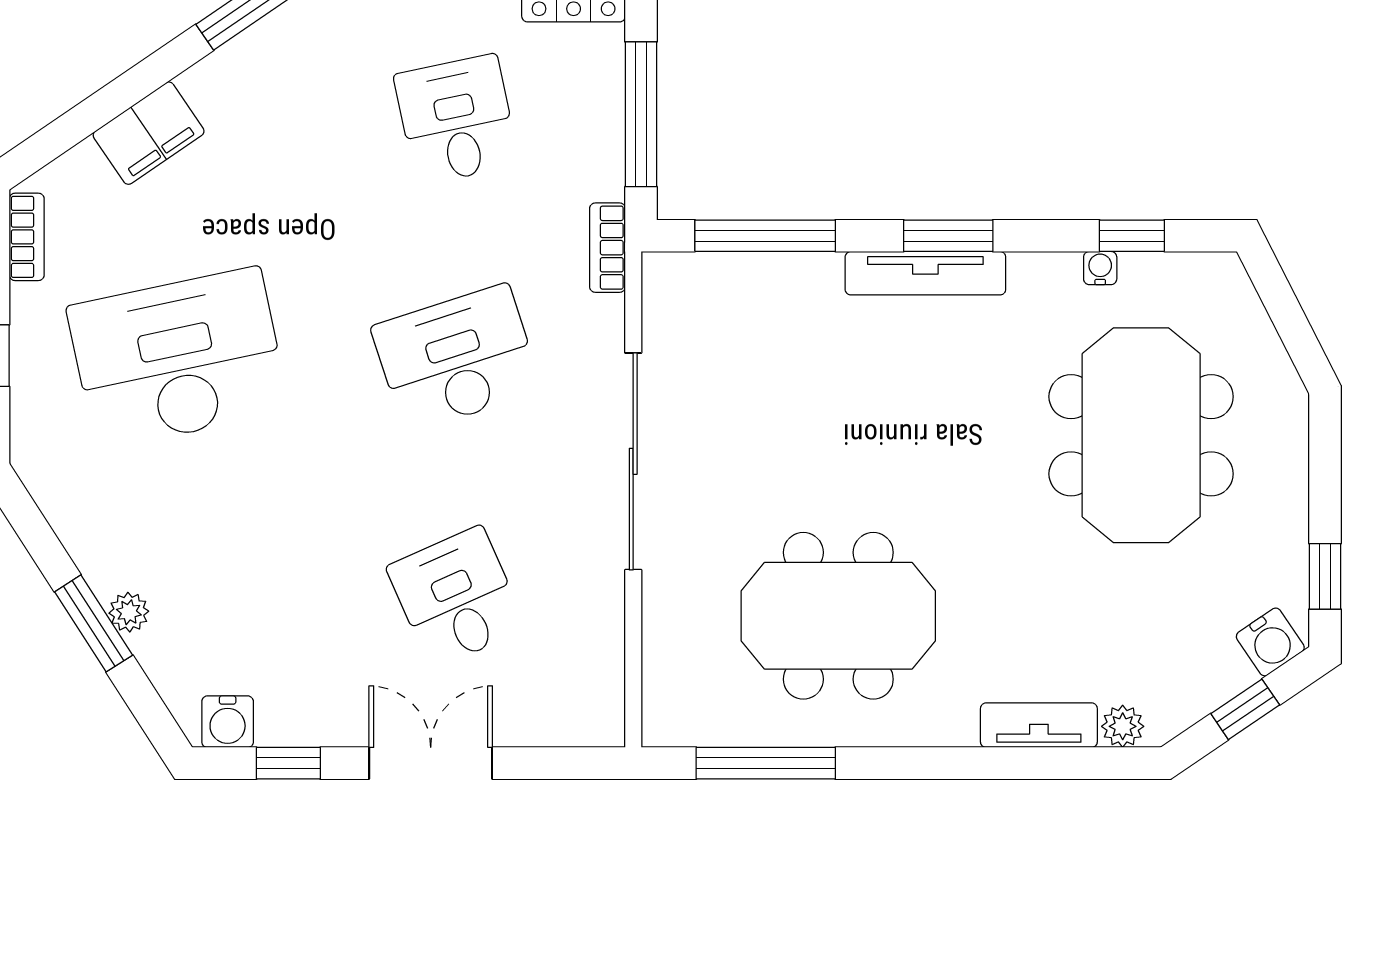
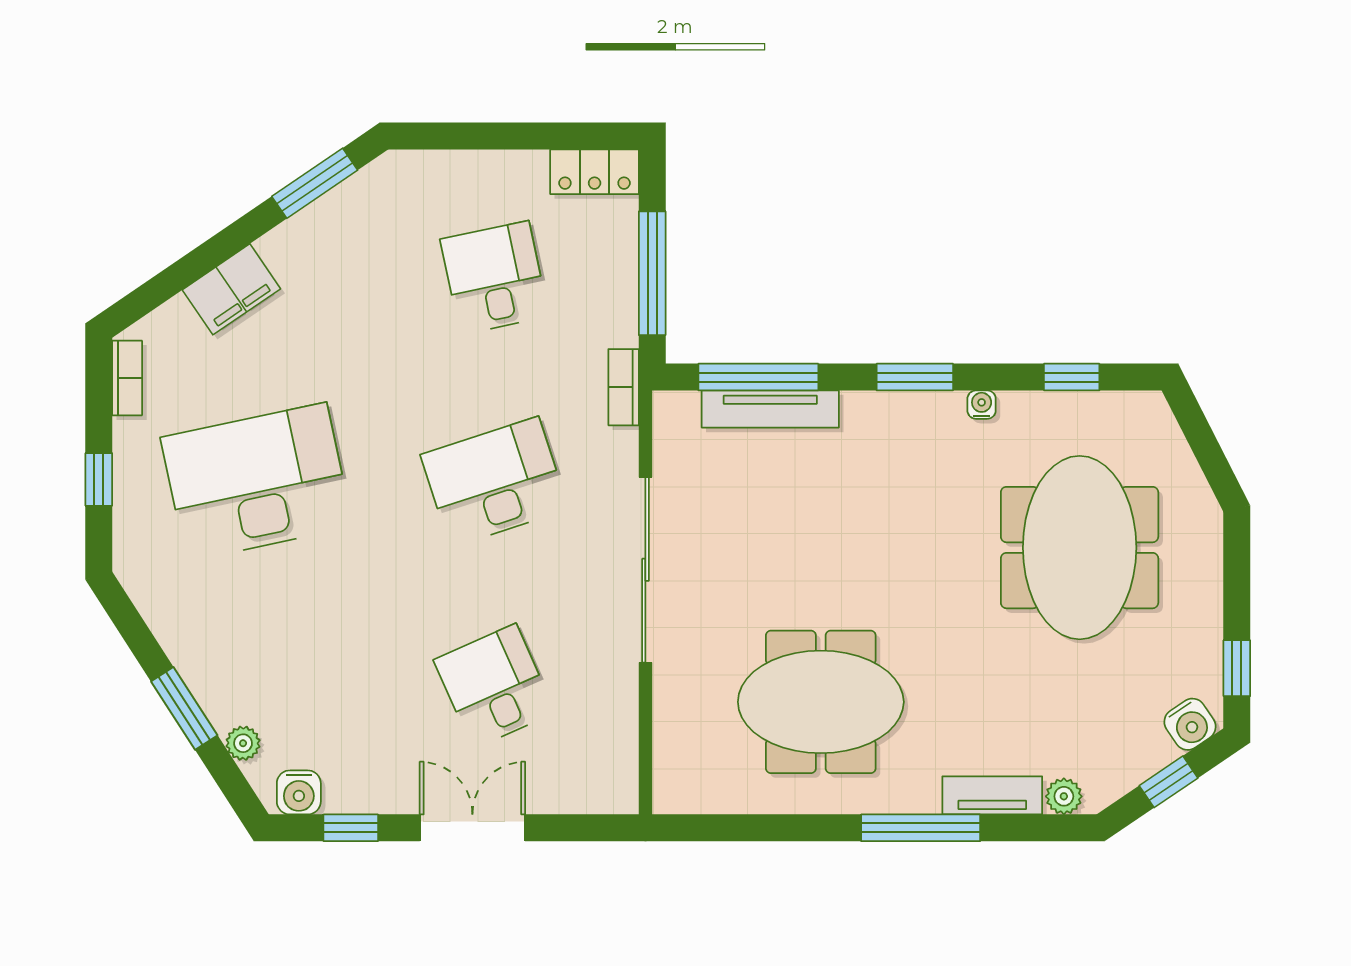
water cooler: (1100, 268) -> (982, 405), moved
tv unit: (925, 273) -> (770, 409), moved
plant: (129, 612) -> (243, 743), moved
window: (766, 763) -> (921, 828), moved

